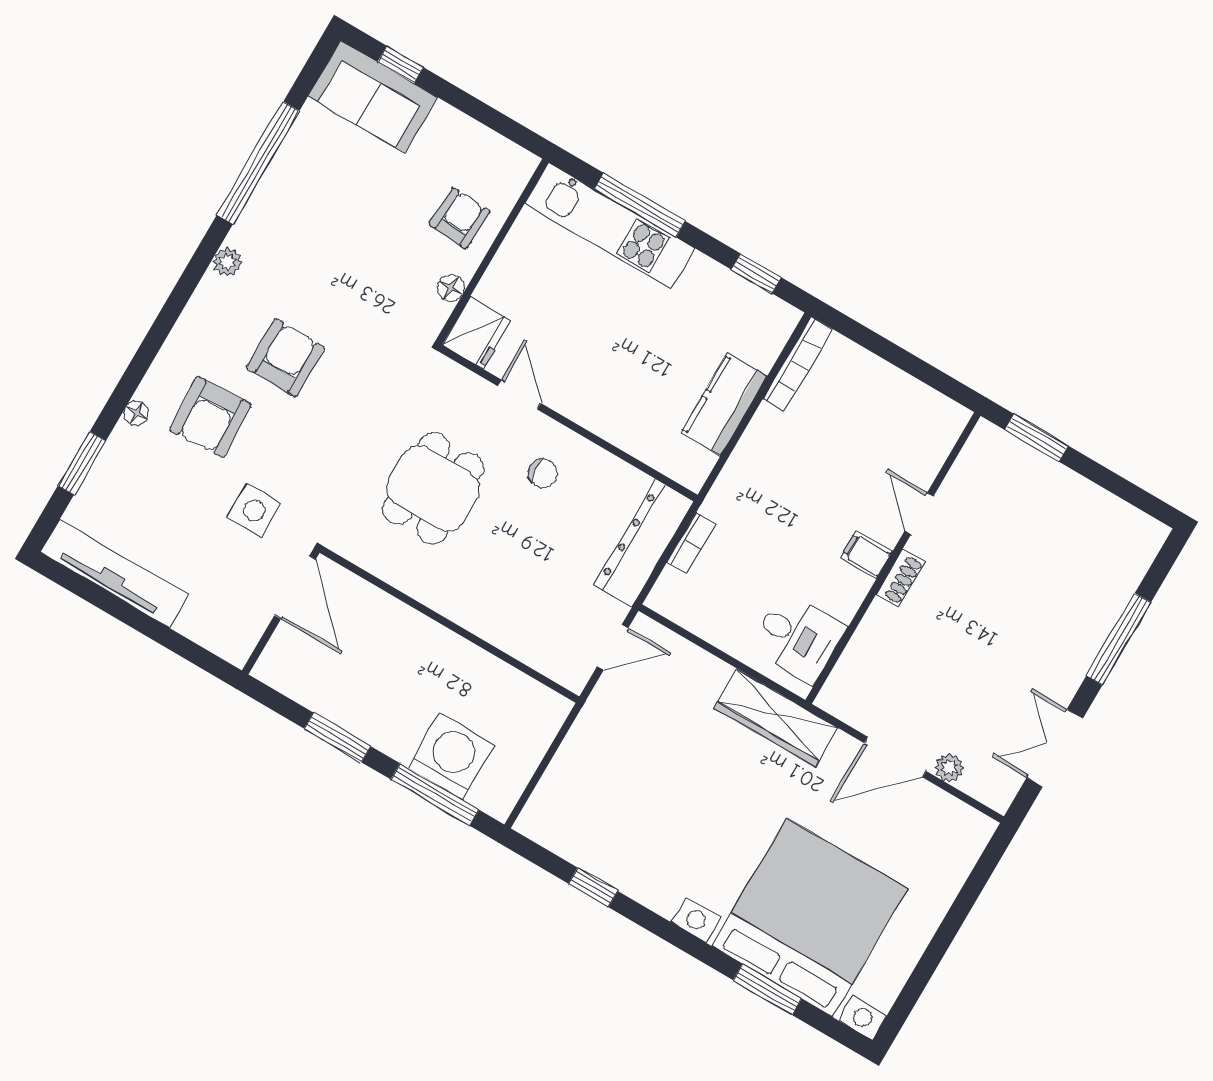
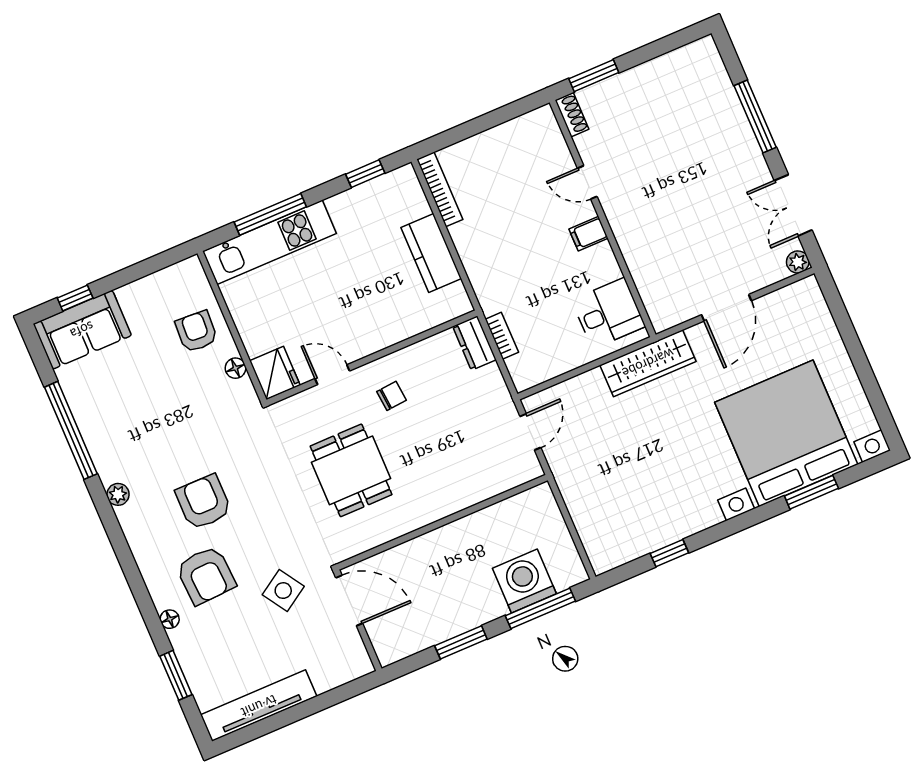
side table: (254, 510) -> (283, 591), turned -33
dresser: (644, 543) -> (474, 343), width x0.51, depth x0.80
shoe rack: (900, 578) -> (572, 115), moved
plant: (949, 768) -> (798, 262), moved

